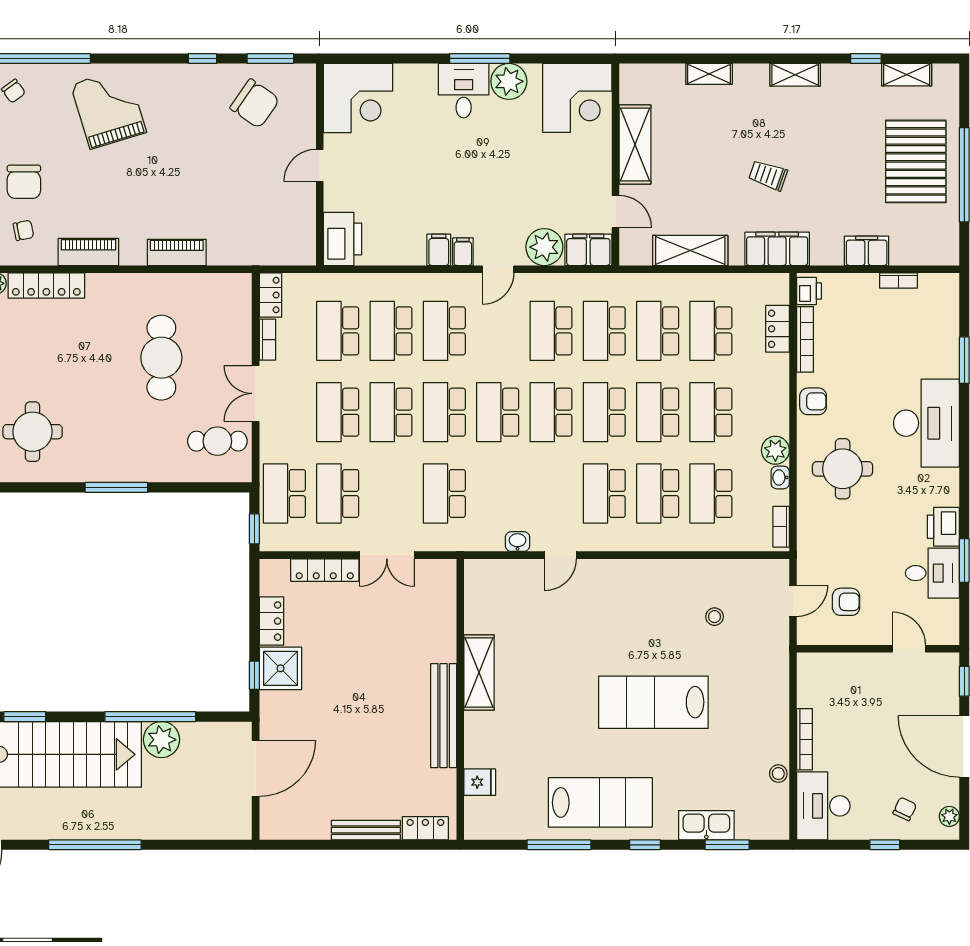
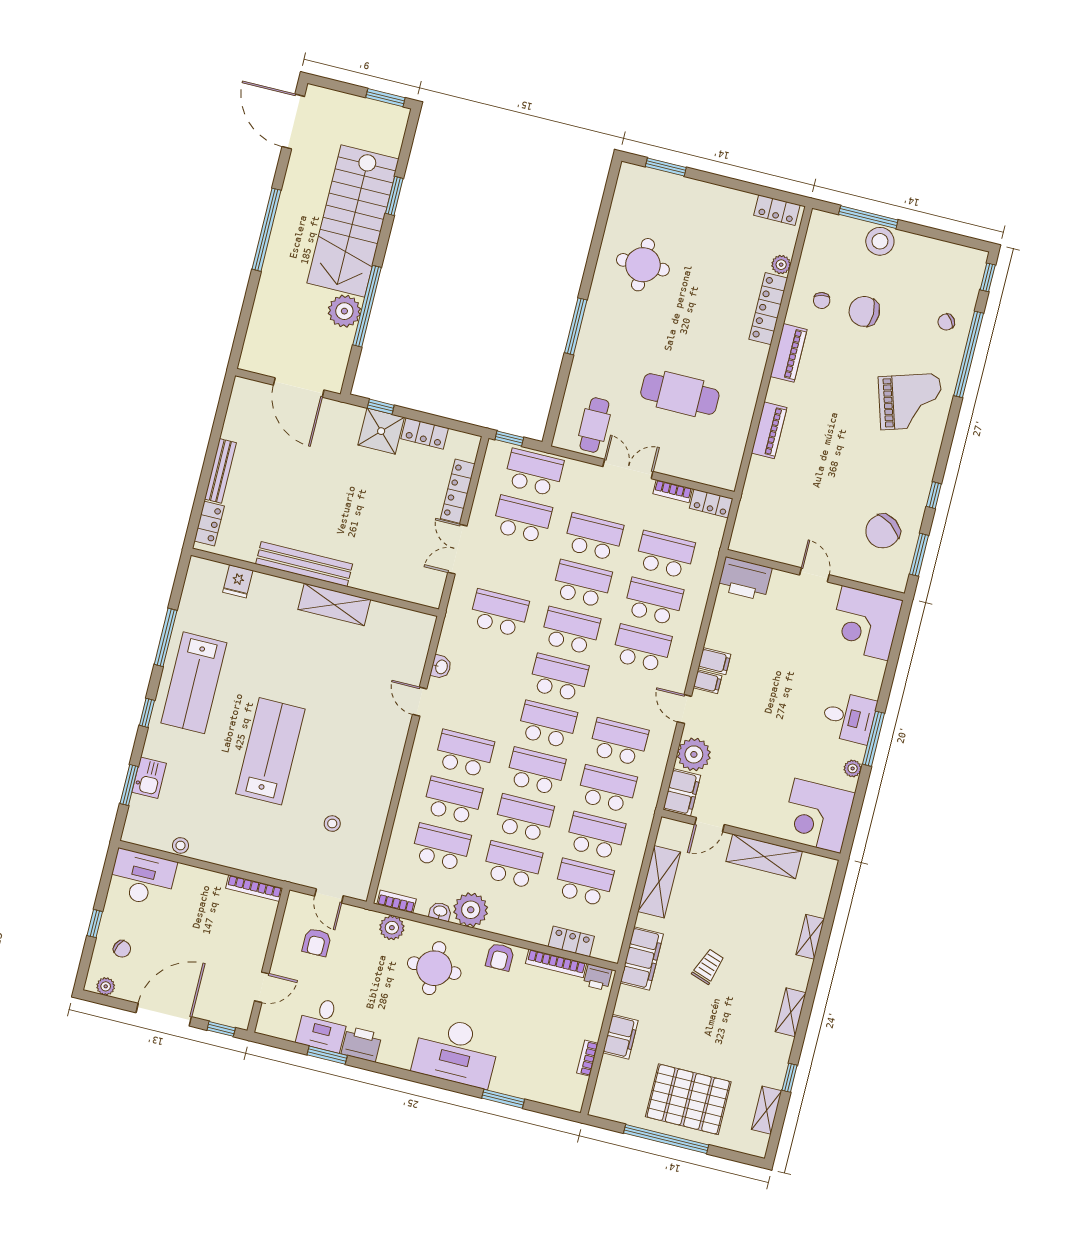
plant: (509, 81) -> (853, 768), width x0.53, depth x0.53
plant: (775, 450) -> (471, 910), width x1.36, depth x1.36
plant: (810, 525) -> (392, 928), added
bookcase: (805, 739) -> (254, 888), moved
kitchen sink: (706, 825) -> (149, 778), width x0.73

